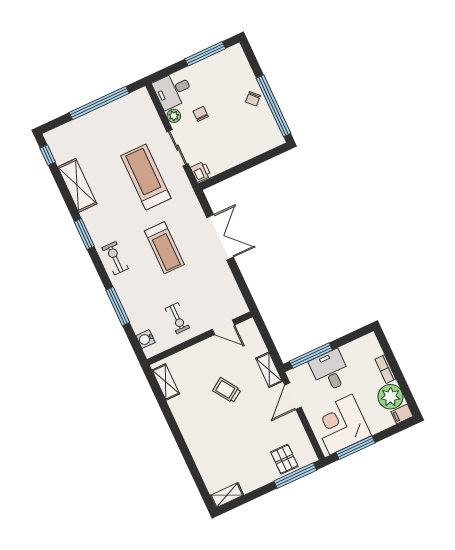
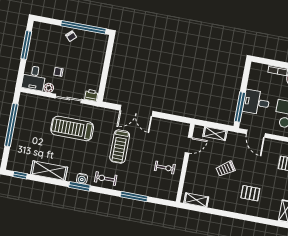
double door: (220, 237) -> (136, 111), swing flipped
treadmill: (164, 248) -> (120, 147), turned 90
water cooler: (146, 339) -> (82, 179), moved
shelving: (269, 370) -> (215, 134), moved
pallet: (219, 440) -> (250, 193), added

